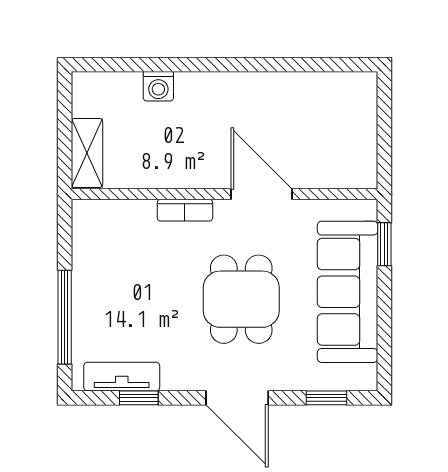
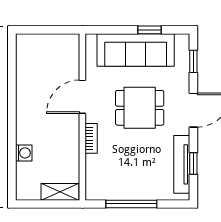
window: (384, 244) -> (150, 30), moved
window: (65, 317) -> (131, 204), moved
tv unit: (122, 377) -> (182, 164), width x1.41

